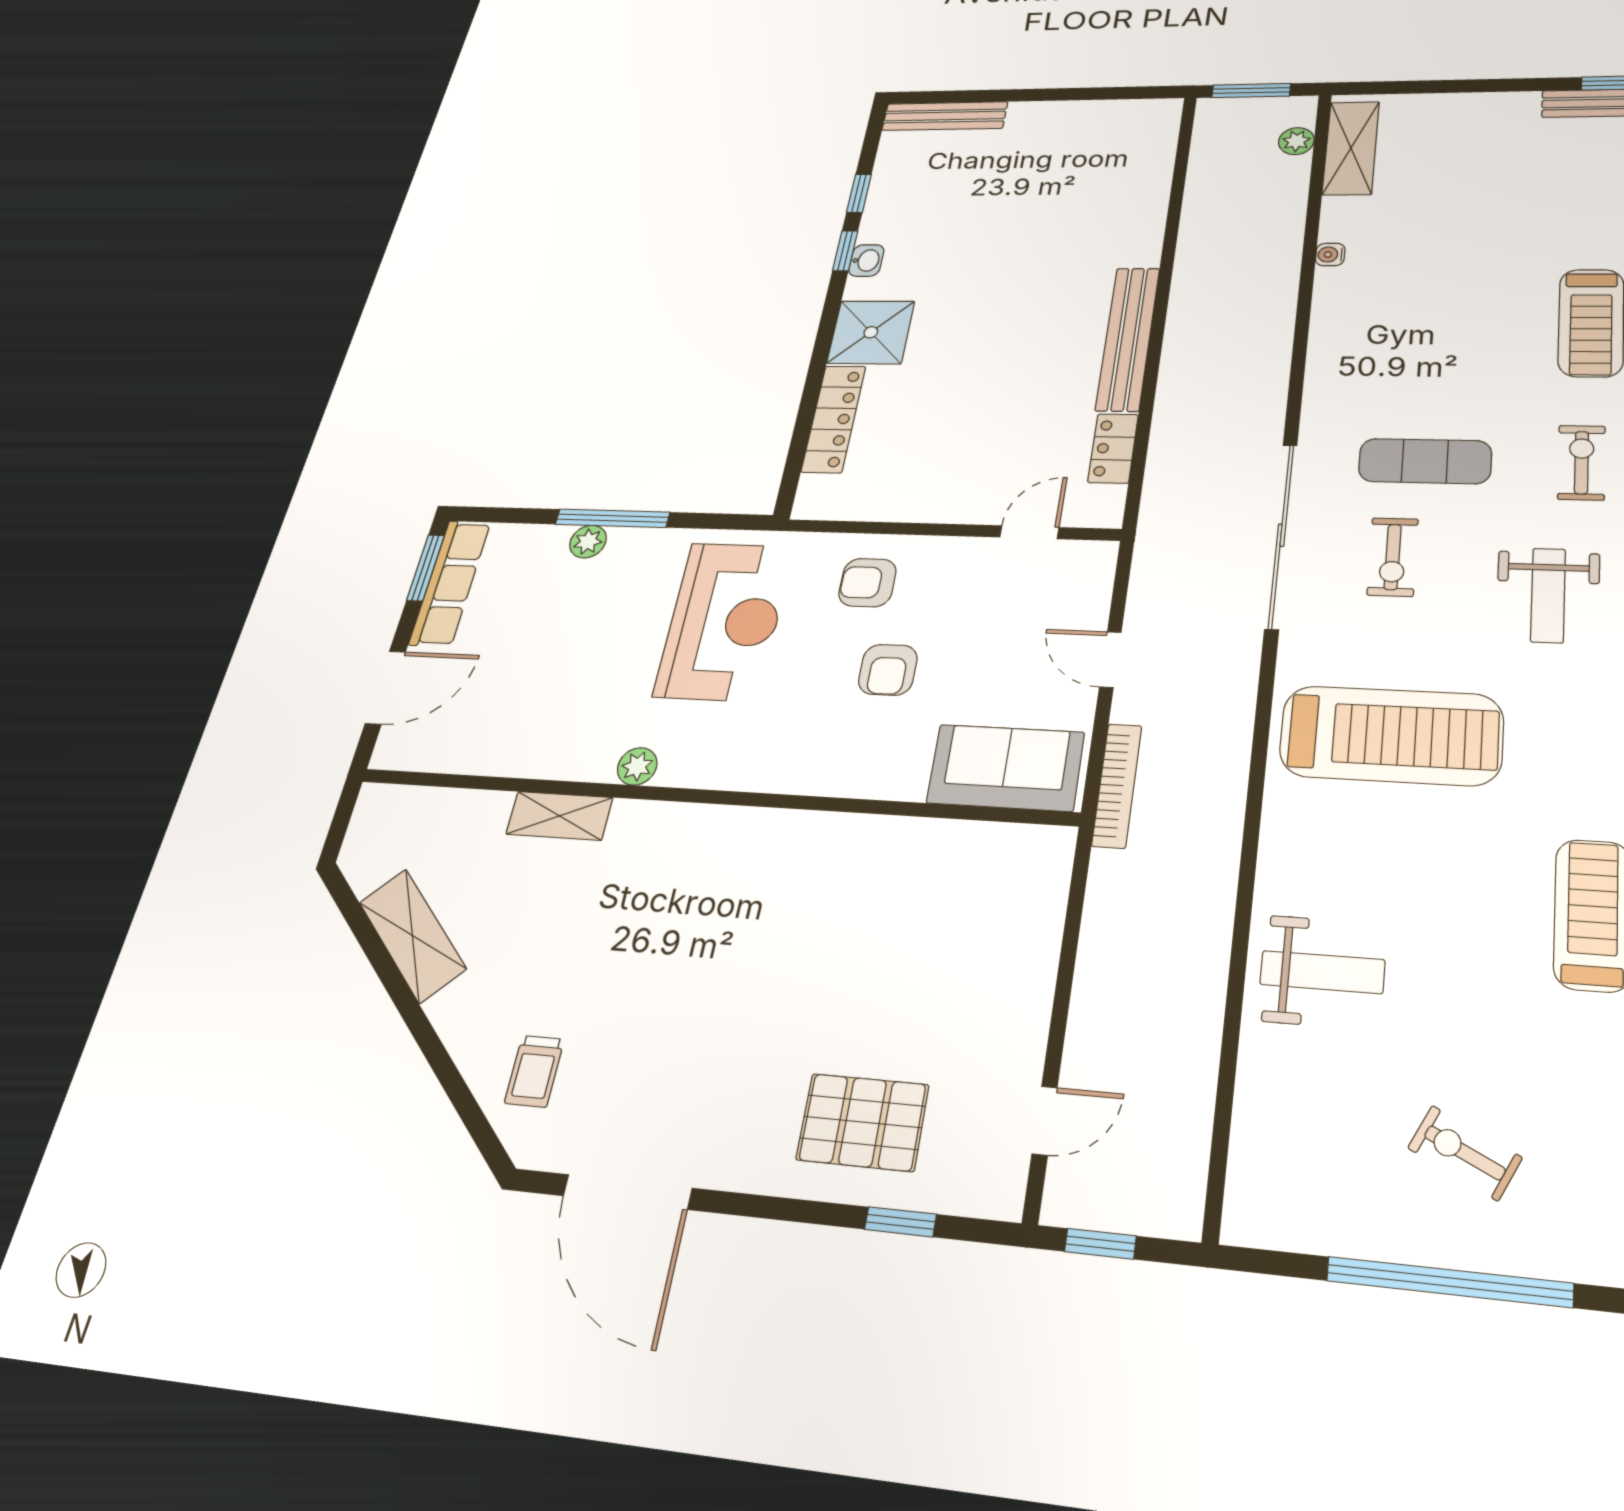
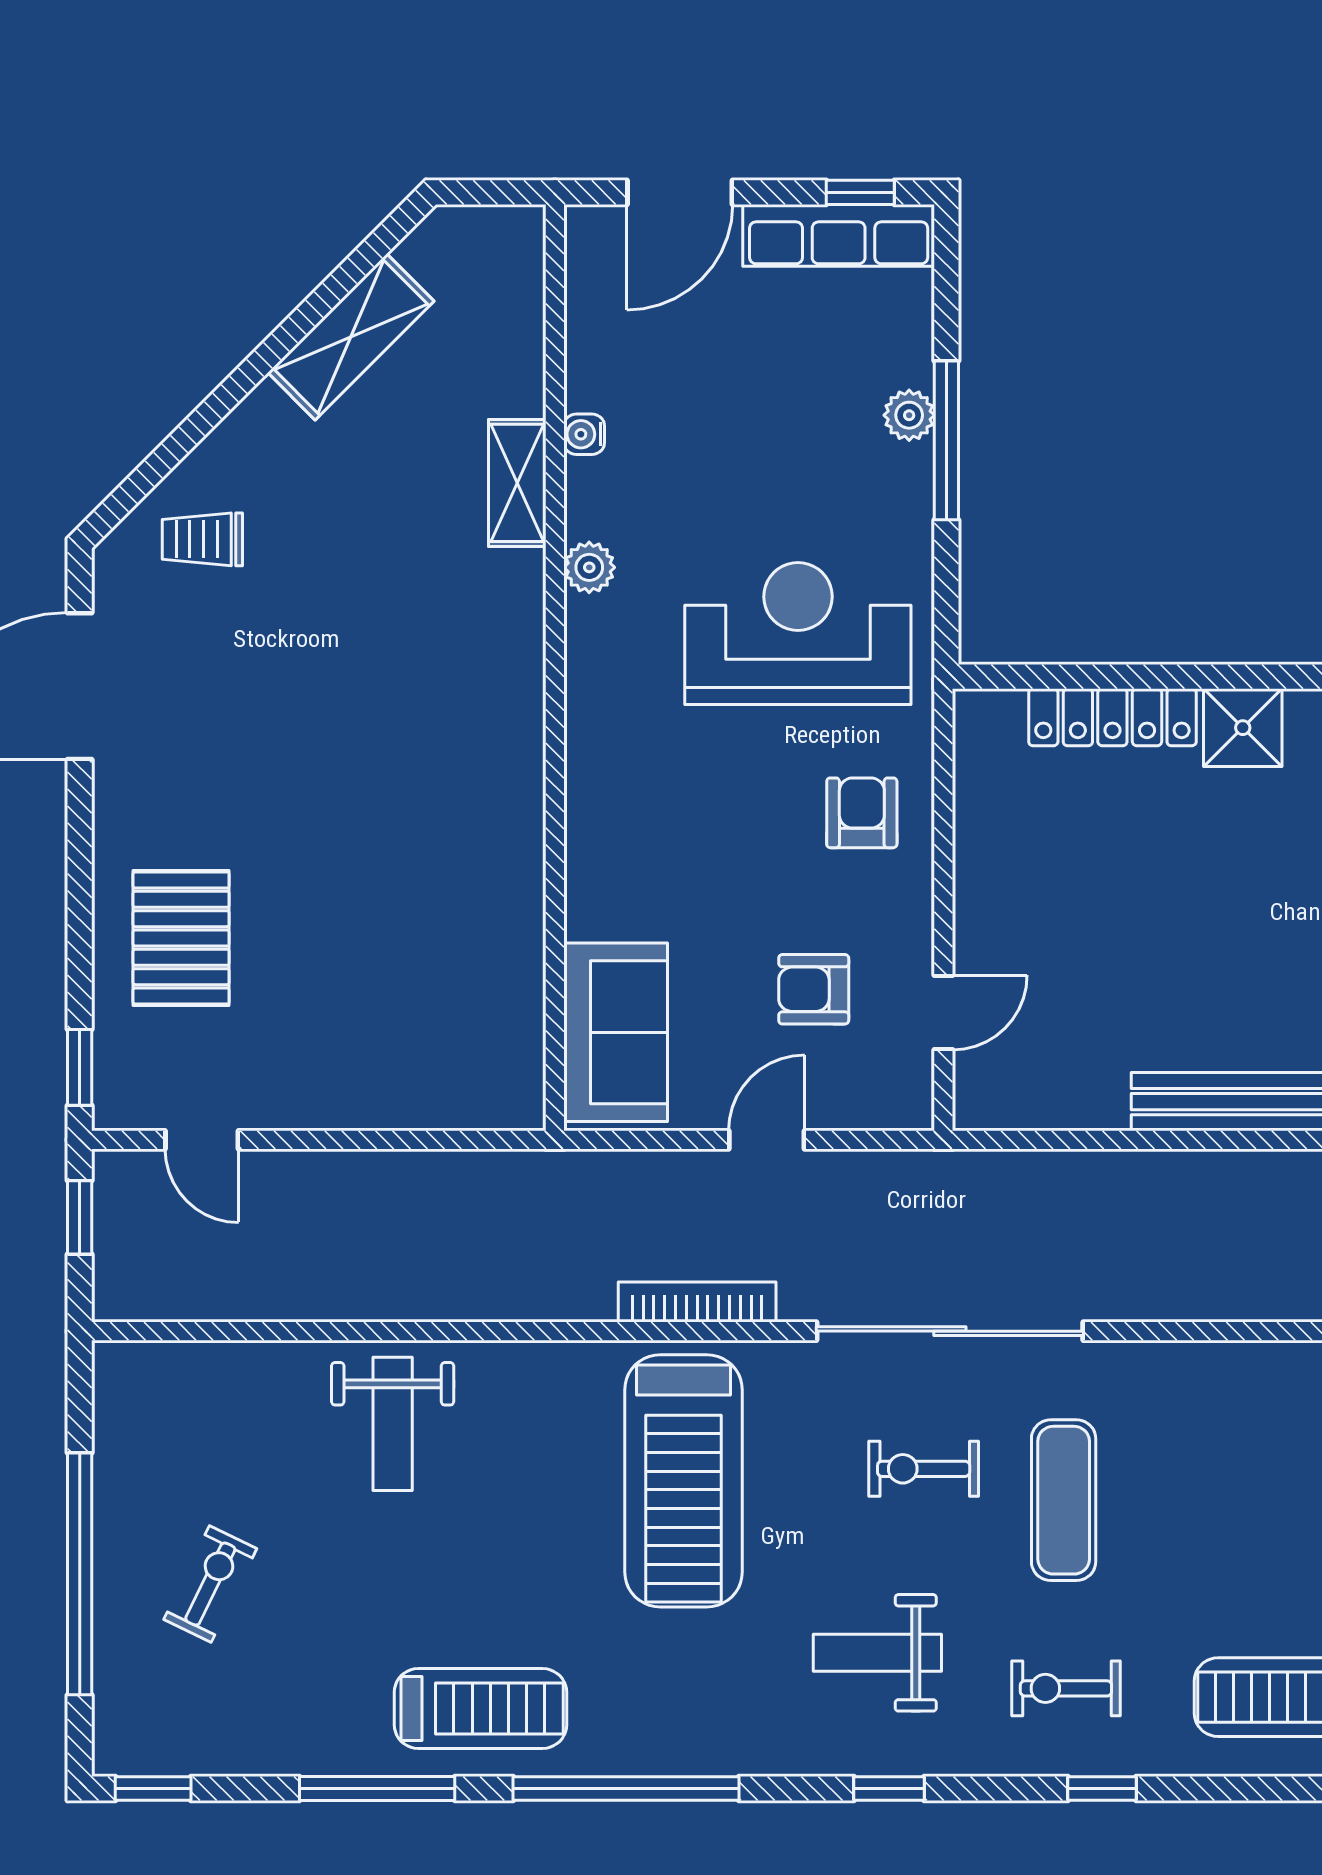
shower: (871, 332) -> (1243, 728), width x0.73, depth x0.73
locker: (1113, 448) -> (1074, 1104), removed
exercise bike: (1581, 463) -> (1066, 1688), turned 180
door: (1029, 532) -> (943, 1012), hinge flipped
window: (425, 568) -> (860, 192), width x0.67
reception desk: (724, 621) -> (798, 634), turned 180
armchair: (888, 670) -> (814, 989), moved
door: (385, 687) -> (680, 192), hinge flipped
water cooler: (537, 764) -> (584, 434), added
bookcase: (1117, 785) -> (697, 1302), moved, turned 180
window: (901, 1222) -> (80, 1067), moved

